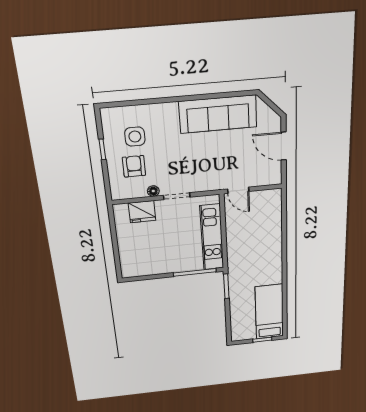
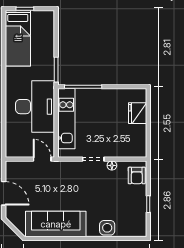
side table: (135, 137) -> (107, 228), moved
armchair: (134, 166) -> (137, 175), moved
fridge: (142, 212) -> (138, 113), moved, turned -90
desk: (248, 246) -> (35, 107), added

